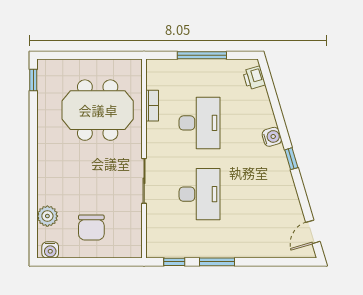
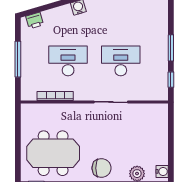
bookcase: (152, 106) -> (55, 96), width x1.56
meeting table: (98, 110) -> (53, 153), moved, turned 90
chair: (91, 227) -> (102, 168), moved

